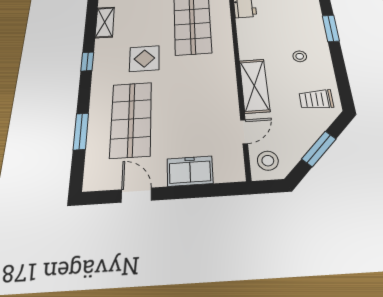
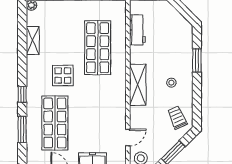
window: (87, 61) -> (22, 94), moved
shelving: (254, 86) -> (138, 85), moved
trolley: (316, 99) -> (177, 118), turned 66

